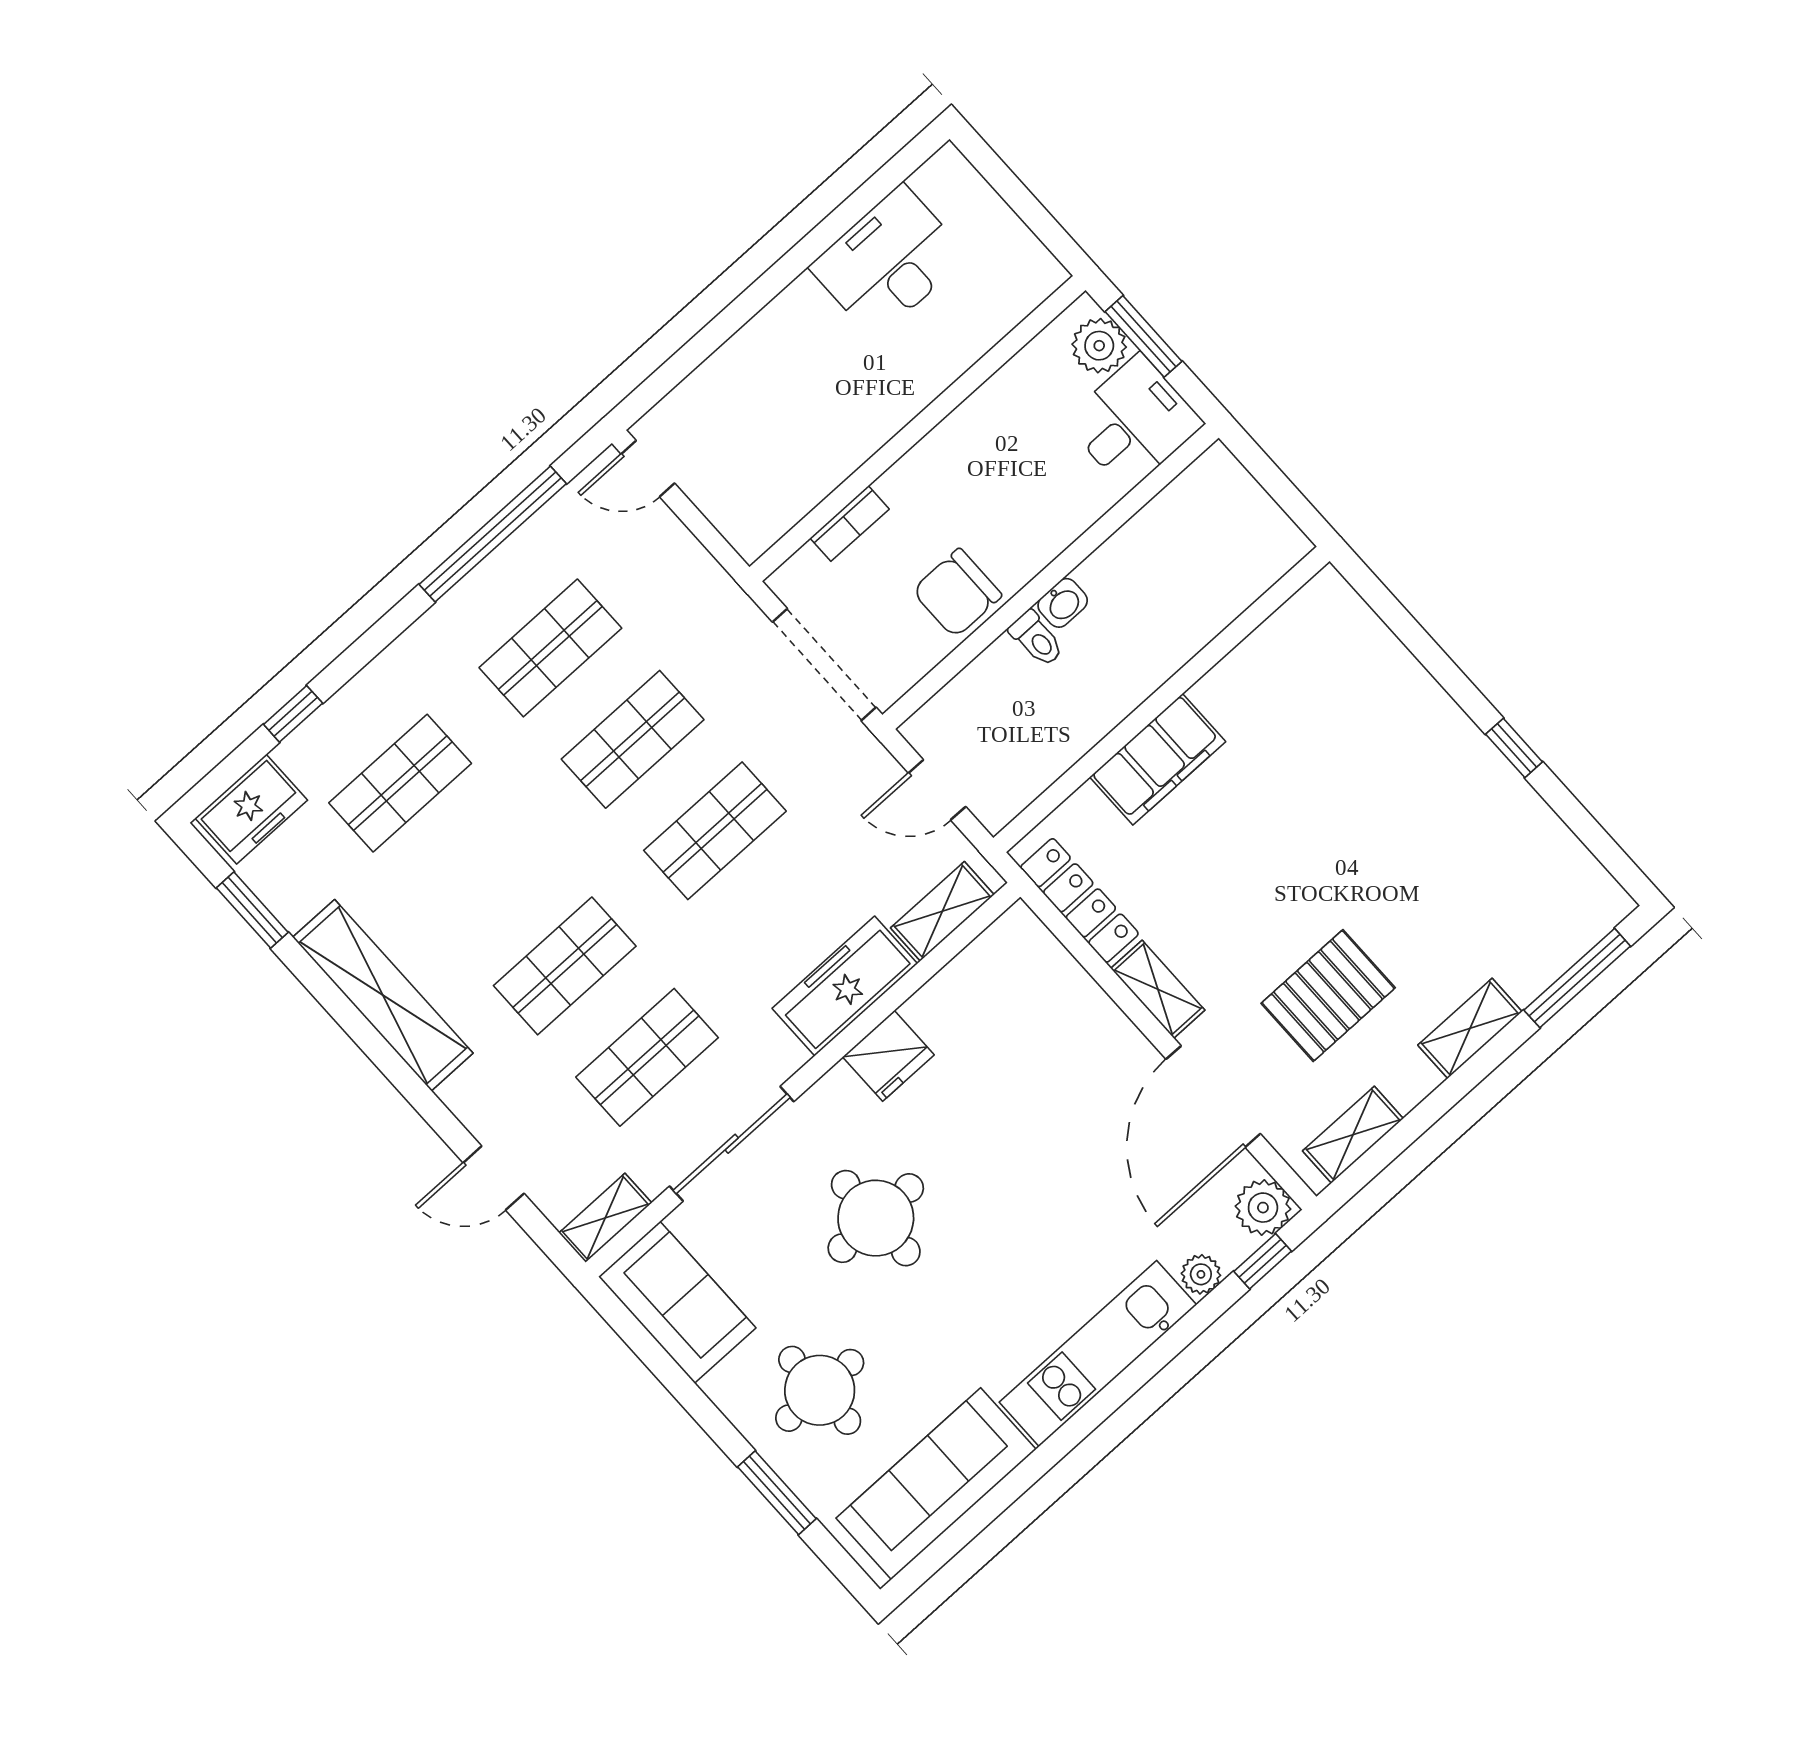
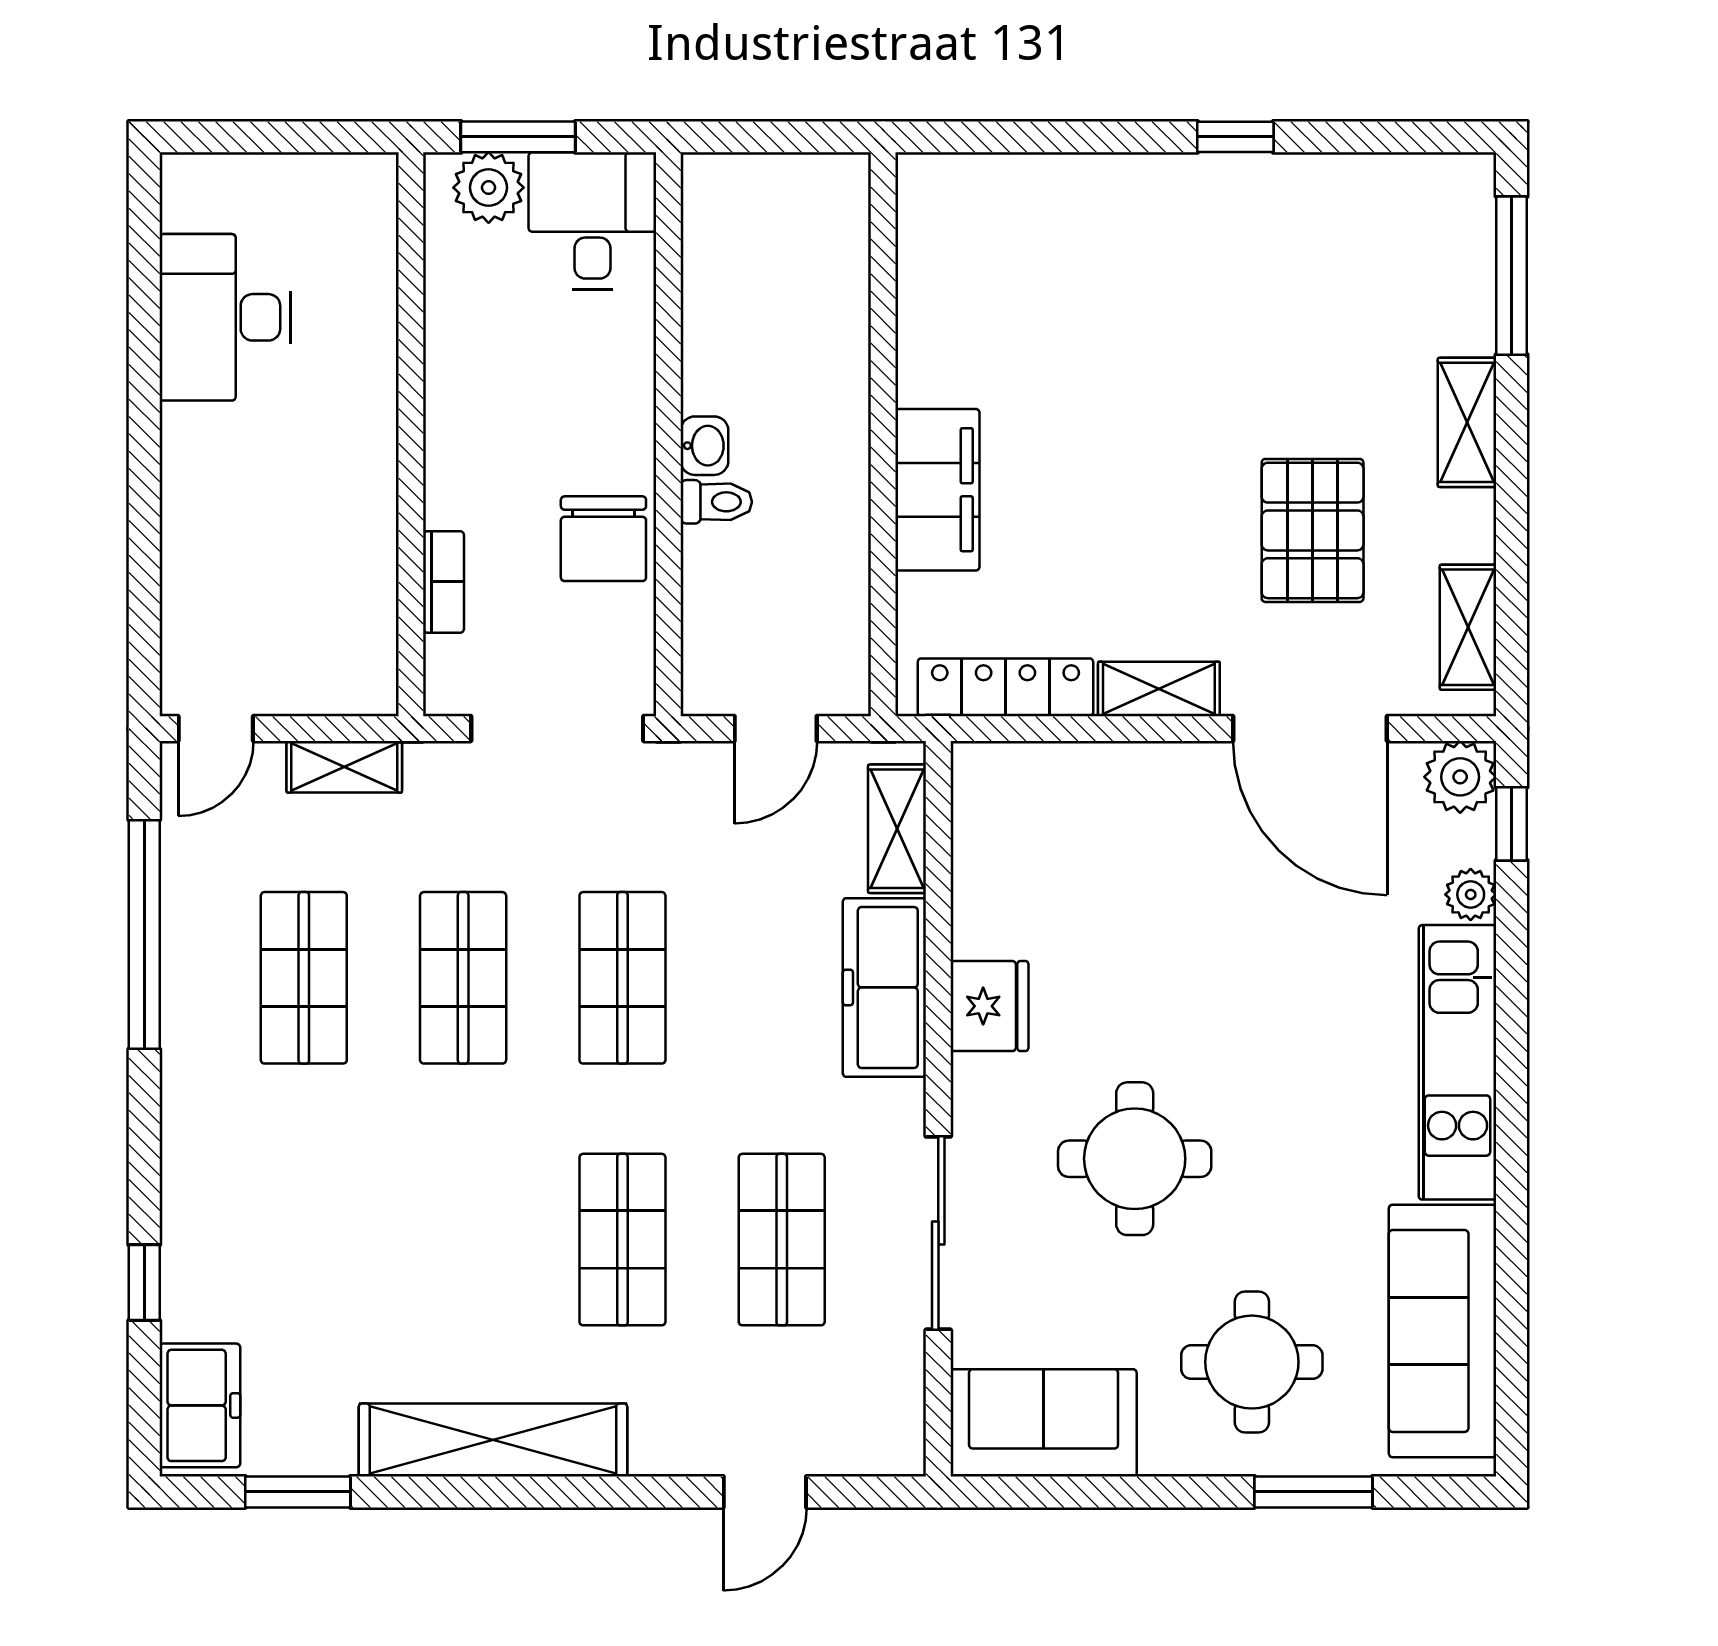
shop shelf: (400, 783) -> (304, 1240), removed
shelving: (605, 1218) -> (344, 767), moved, turned 90

